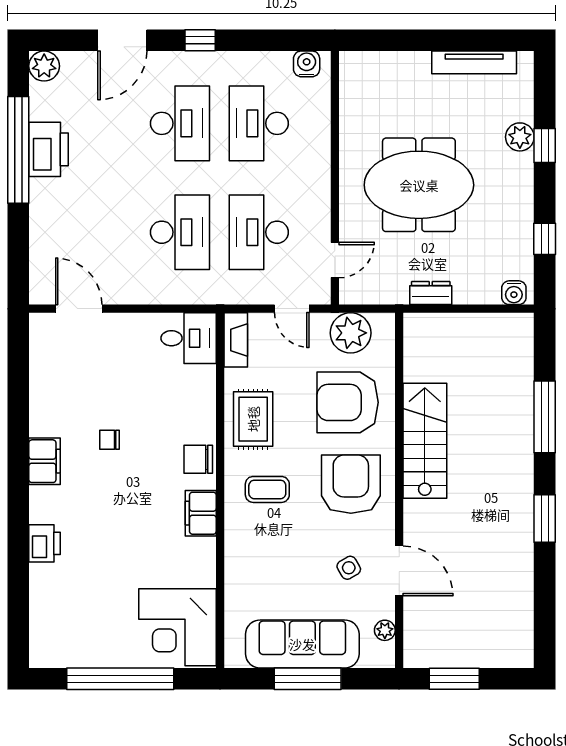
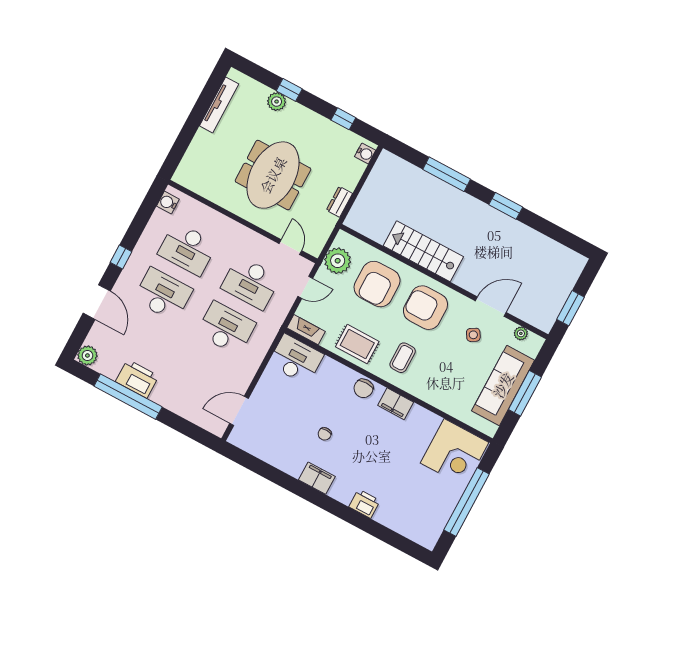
desk: (189, 338) -> (296, 359), width x1.37

